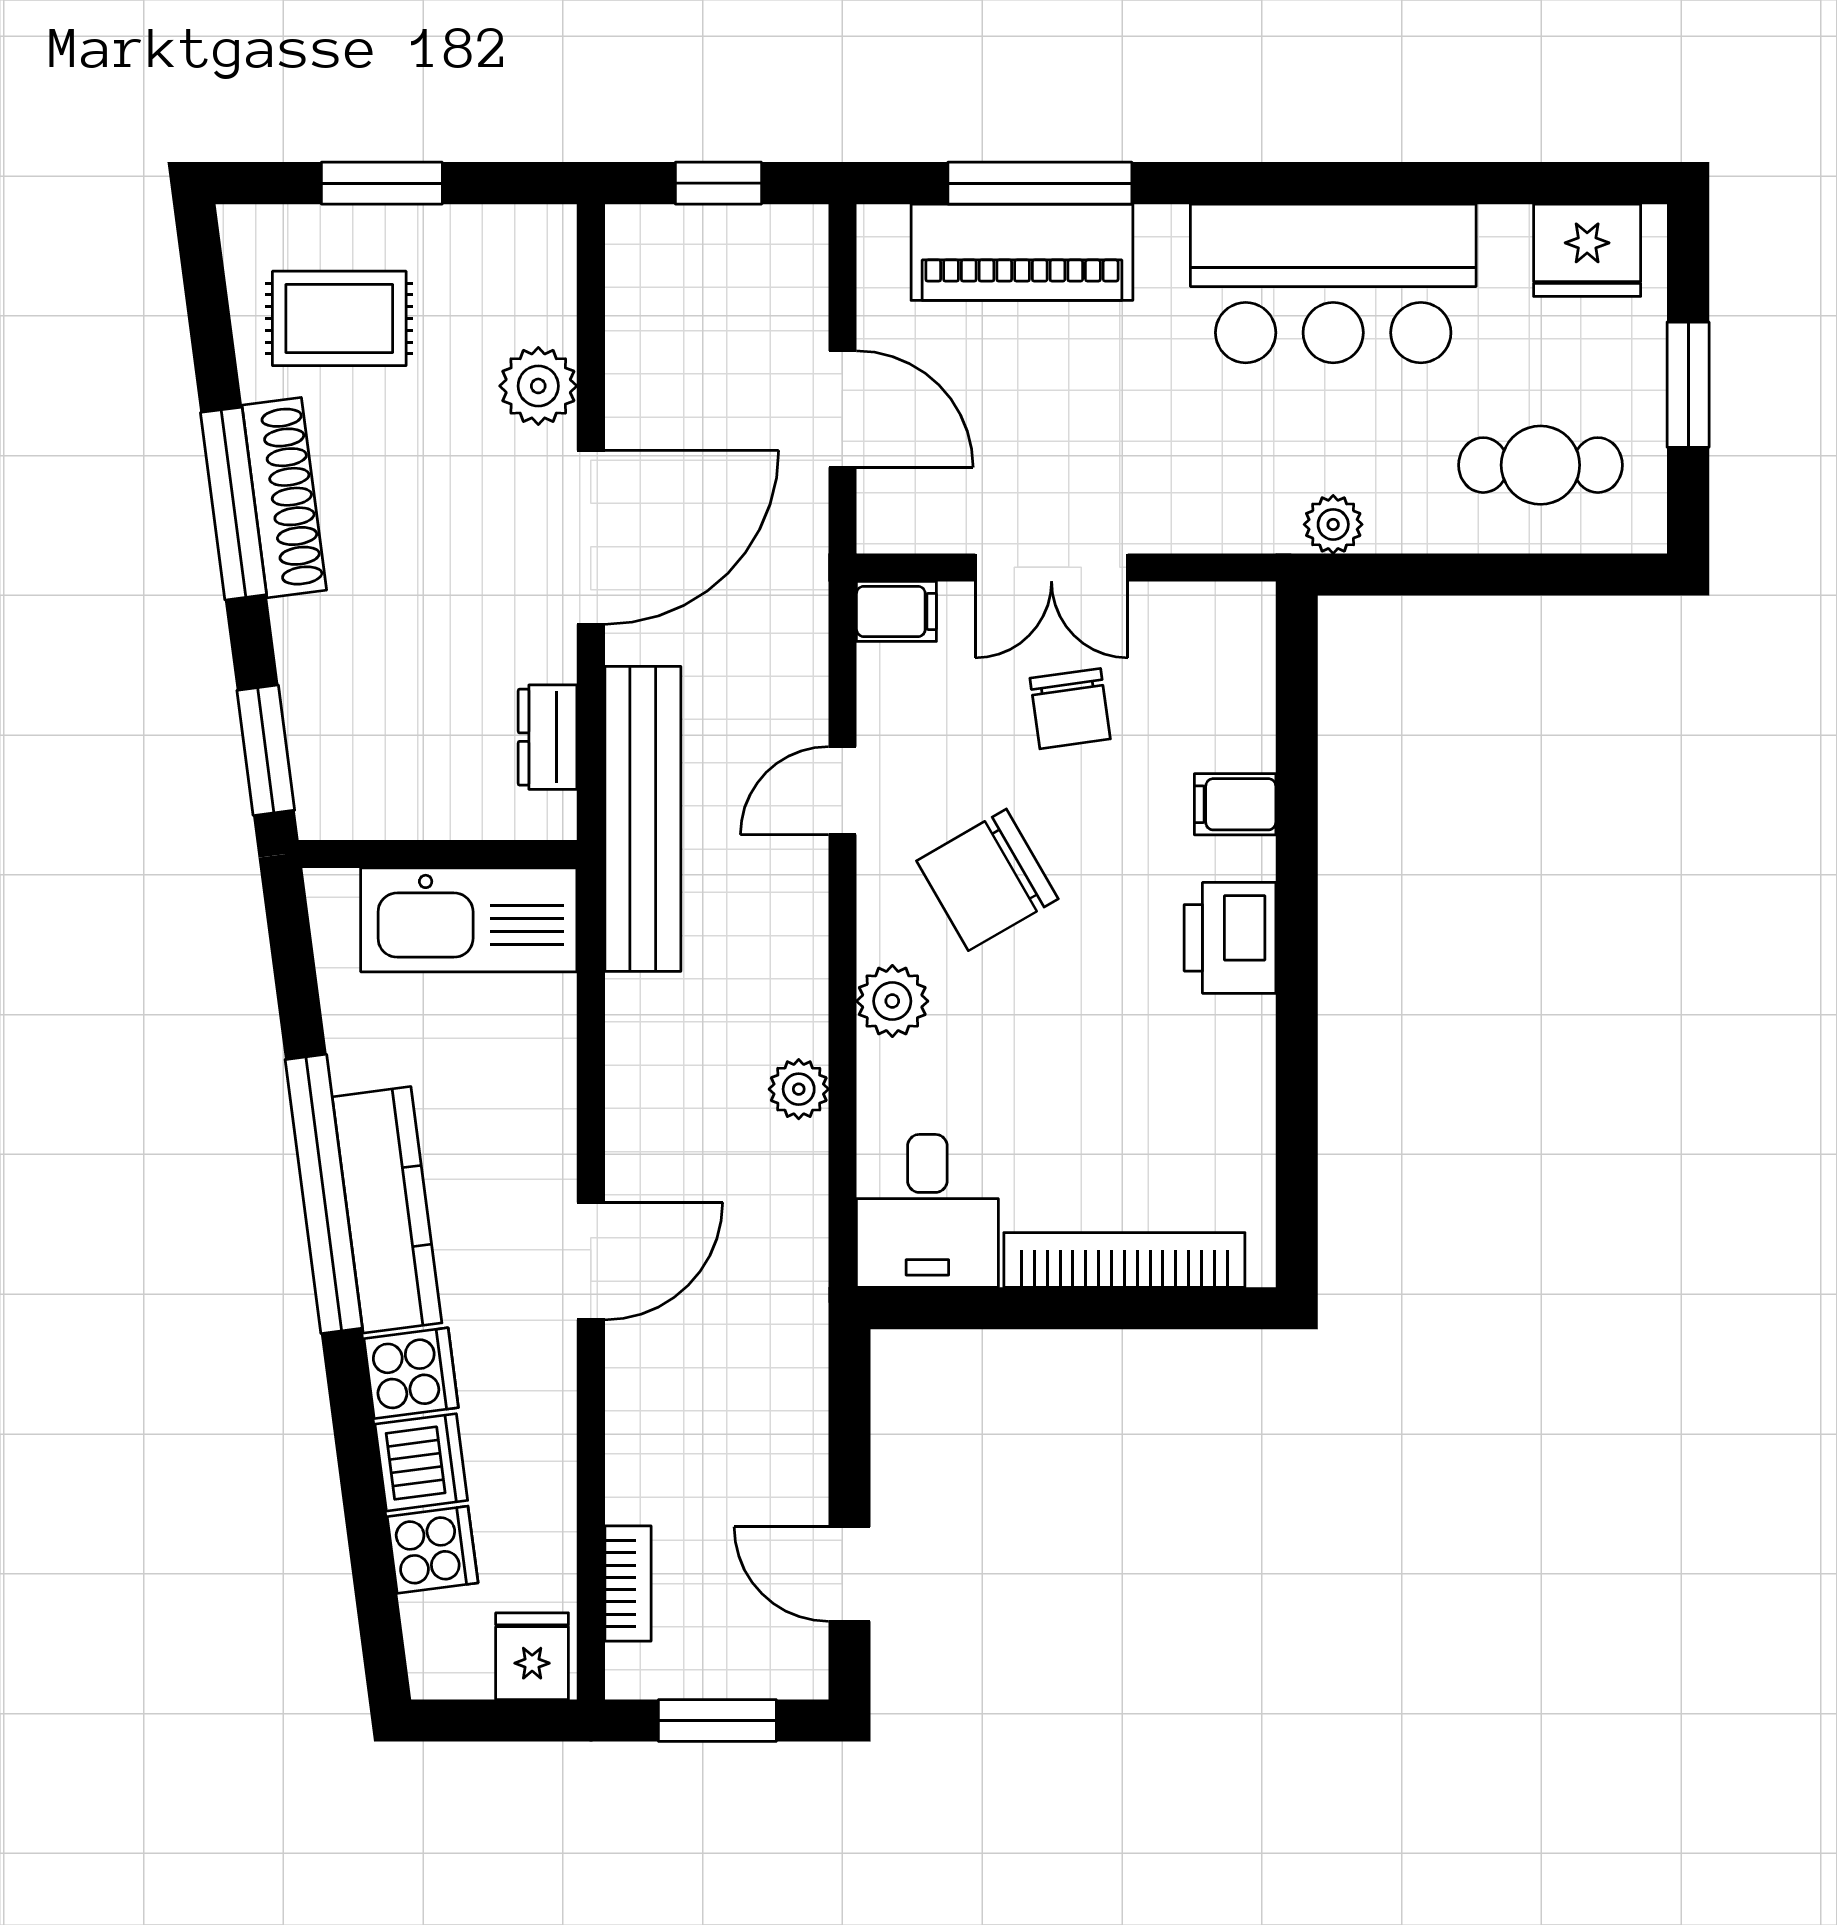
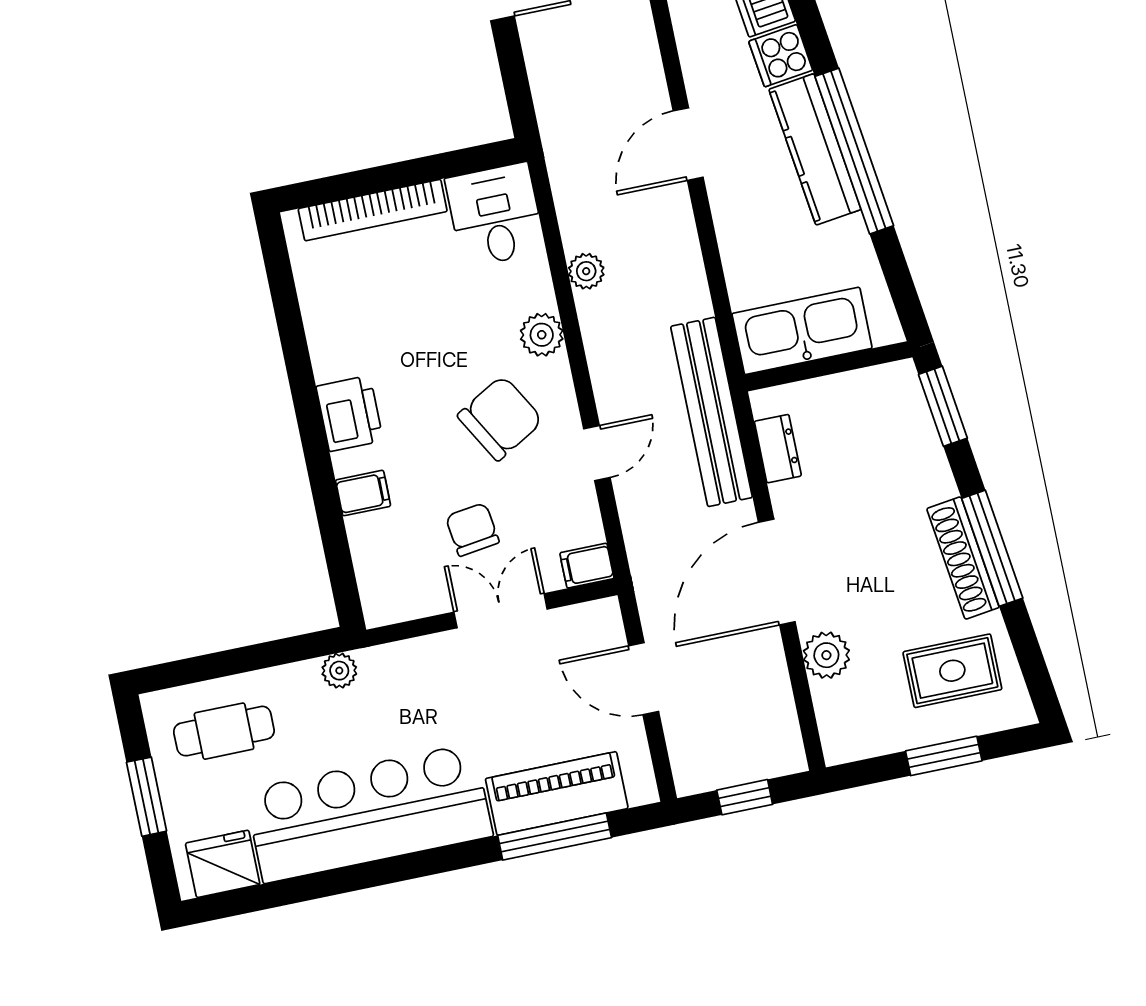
bar counter: (1333, 283) -> (369, 813), width x1.36

